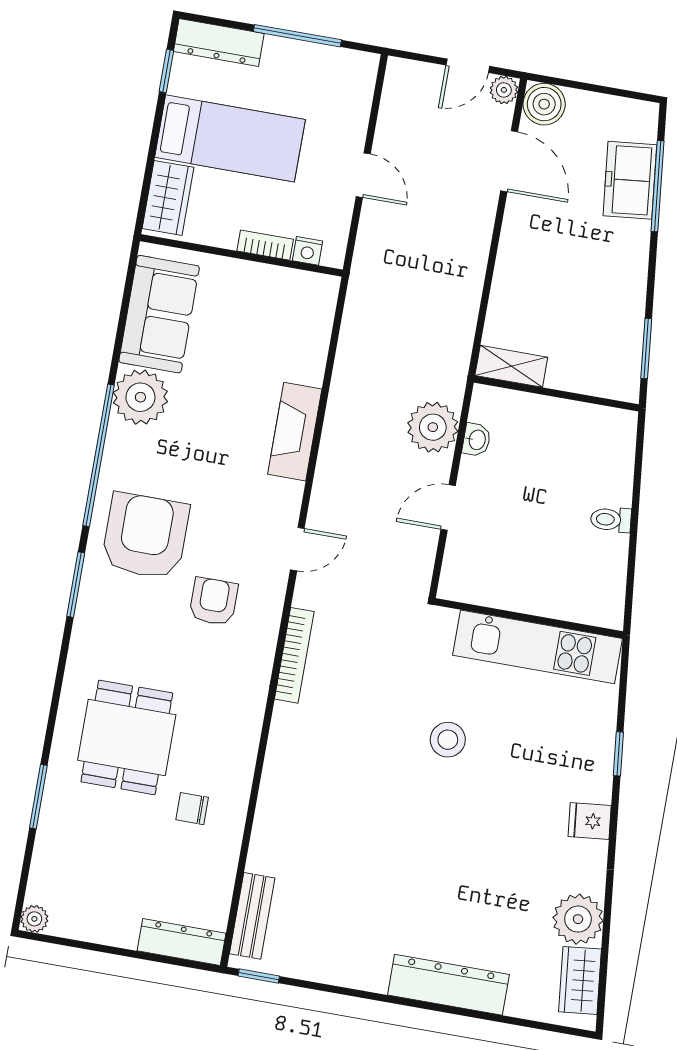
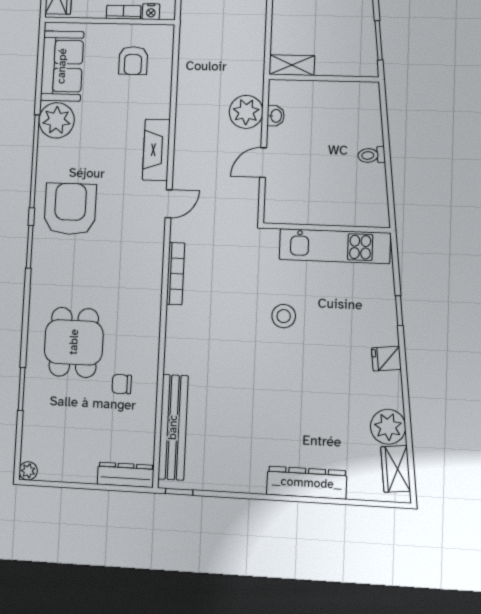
fireplace: (295, 432) -> (156, 150), moved
armchair: (214, 601) -> (133, 61), moved, turned 180
bench: (252, 916) -> (173, 427), width x1.86, depth x1.21

